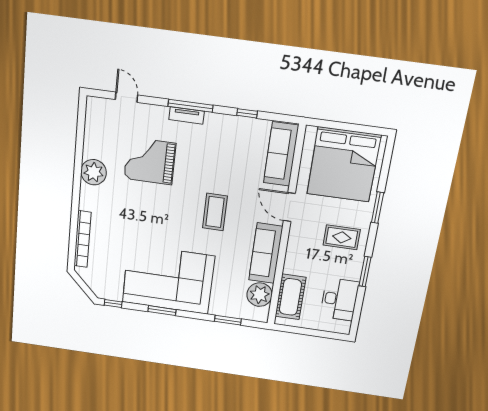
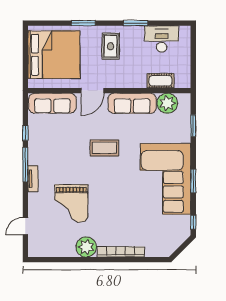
window: (190, 106) -> (25, 165), moved
bookcase: (82, 239) -> (121, 252), moved
cot: (290, 297) -> (161, 81), width x0.73, depth x0.75

